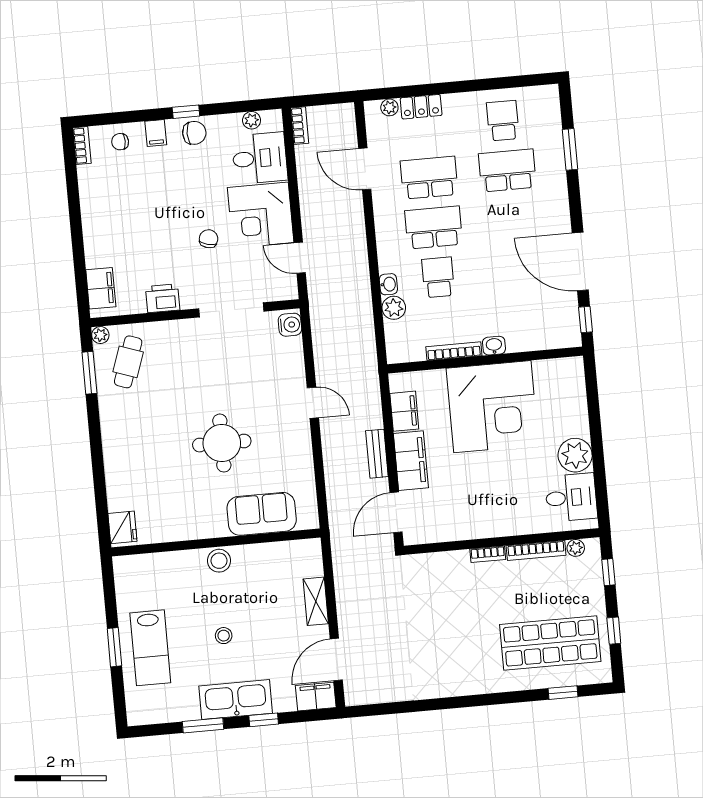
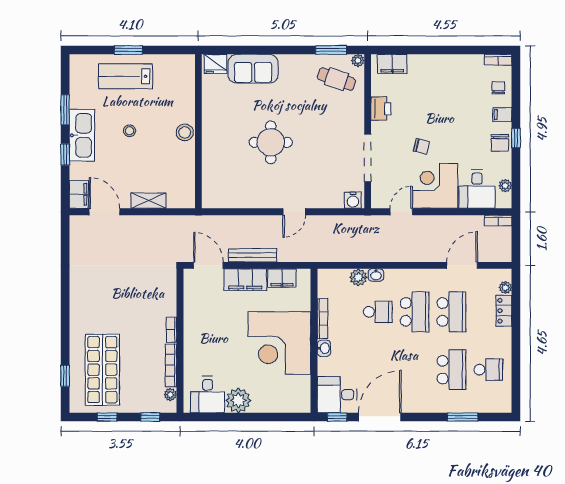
desk: (555, 322) -> (337, 395), added
bench: (377, 454) -> (253, 255), width x1.36
sofa: (262, 514) -> (253, 69), moved, turned 90

